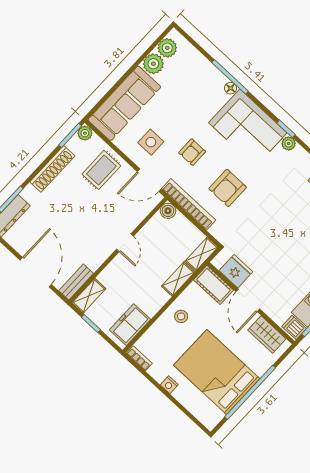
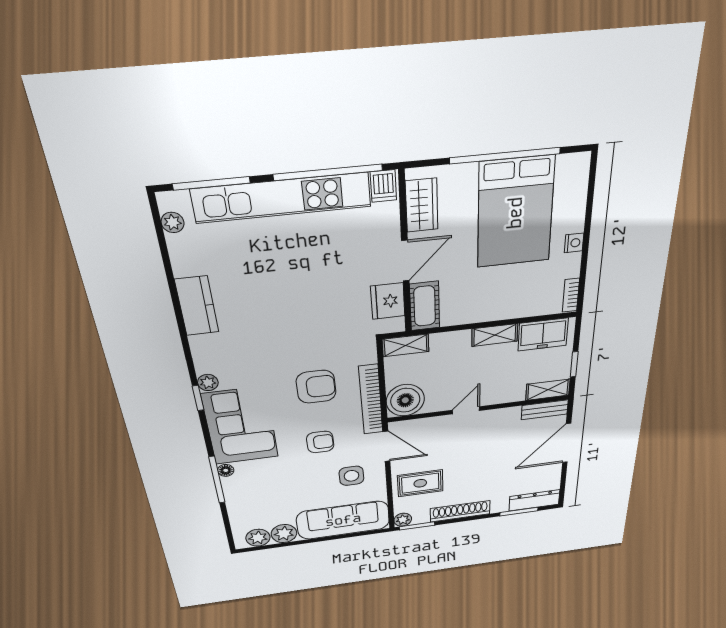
boiler: (168, 211) -> (405, 400), width x1.86, depth x1.86
shelving: (178, 279) -> (495, 335), moved
stool: (181, 316) -> (489, 302), removed

